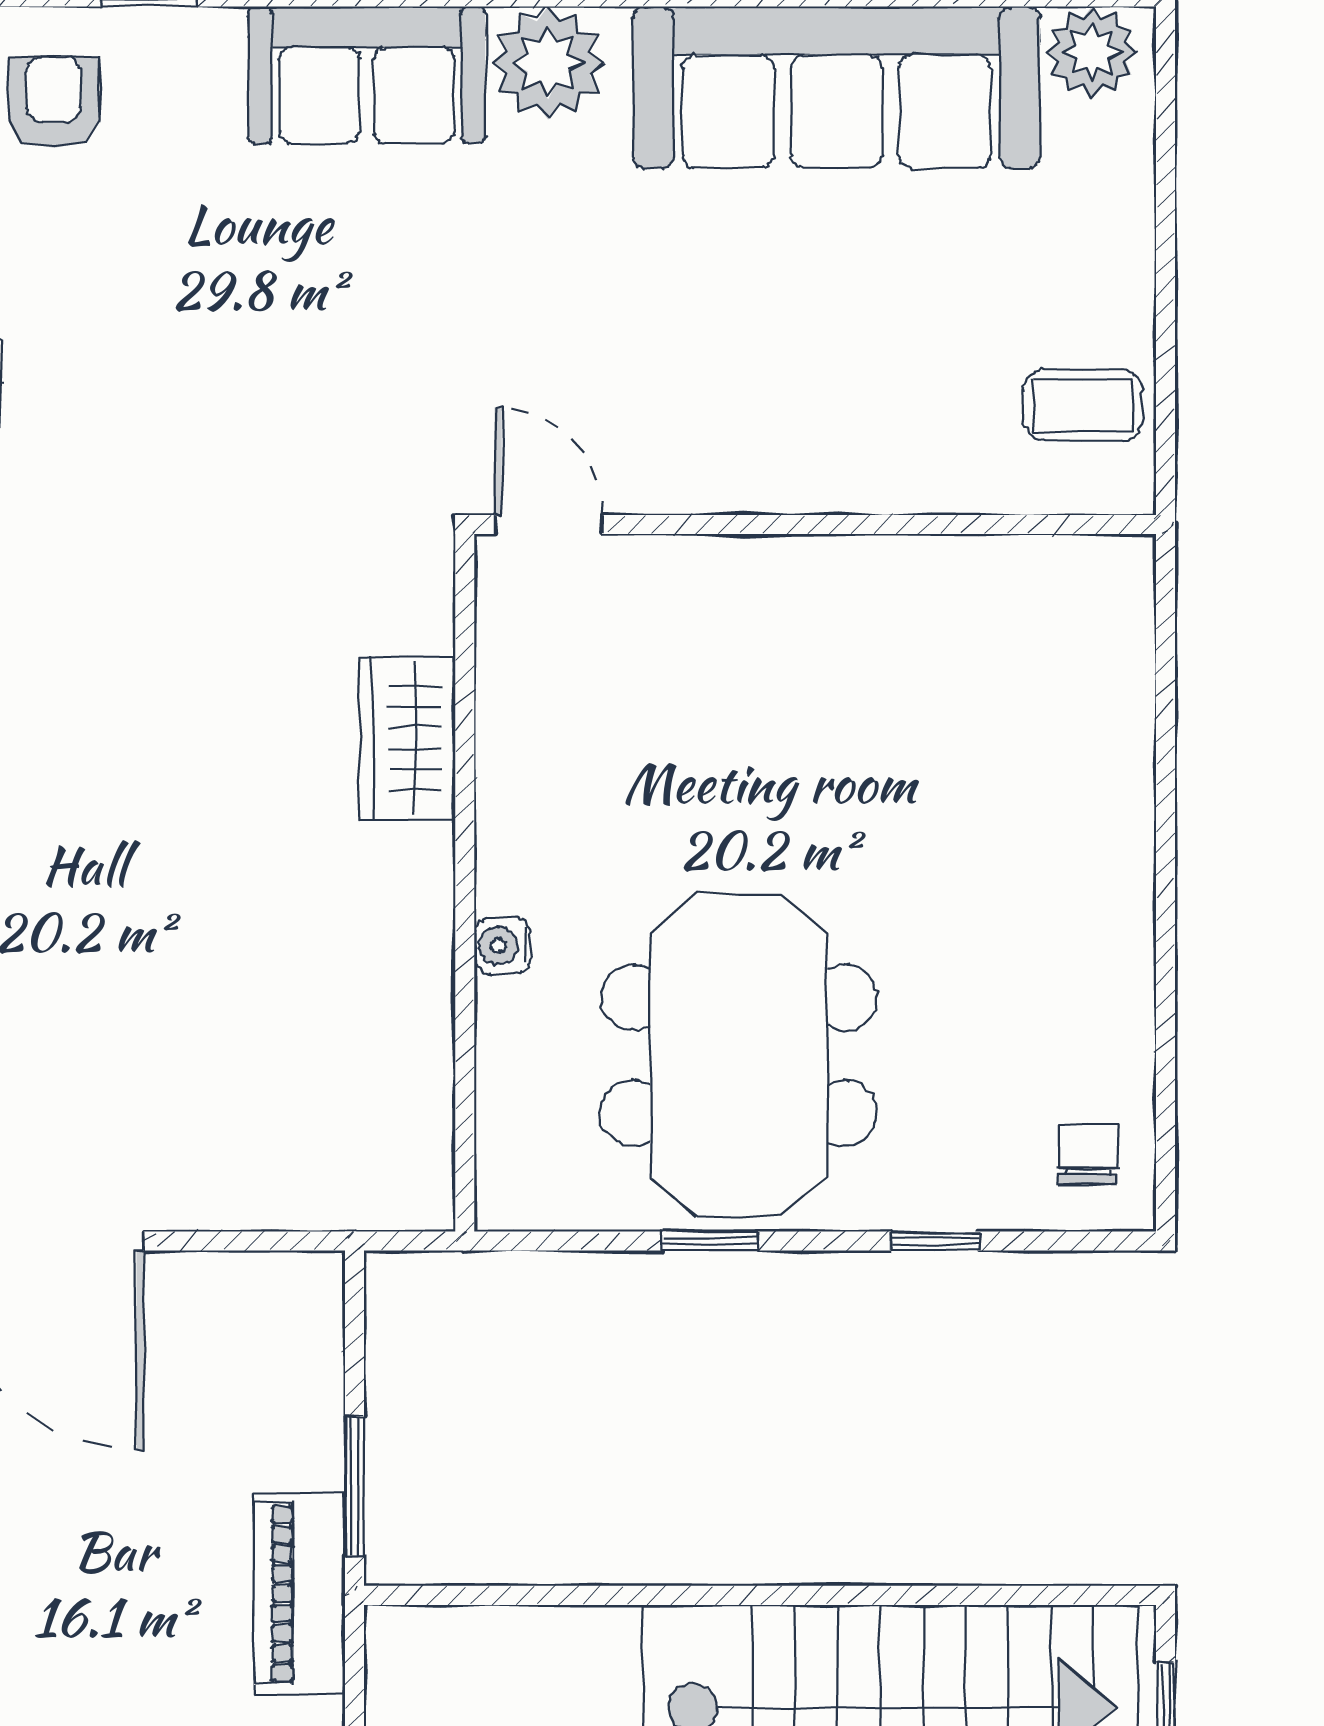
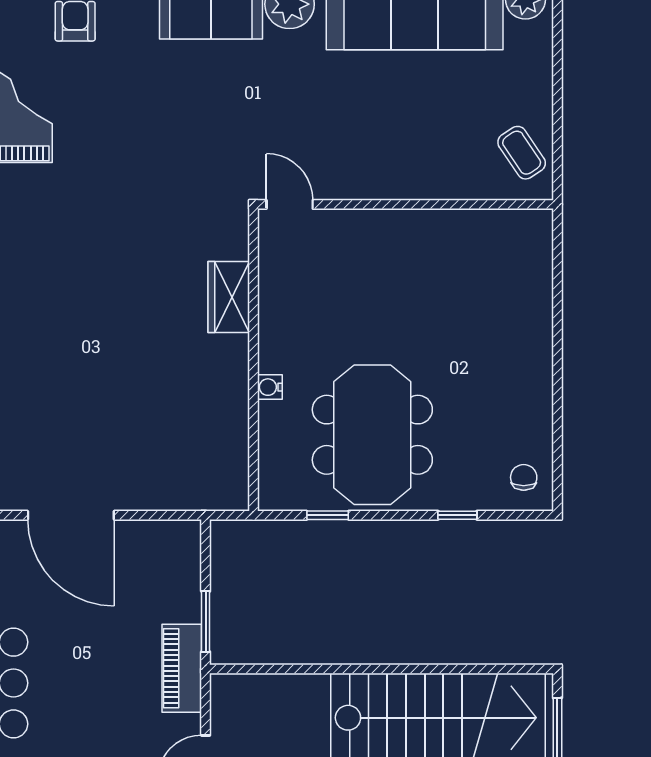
coffee table: (1083, 405) -> (522, 153), turned 56
window: (710, 1241) -> (328, 515), moved

